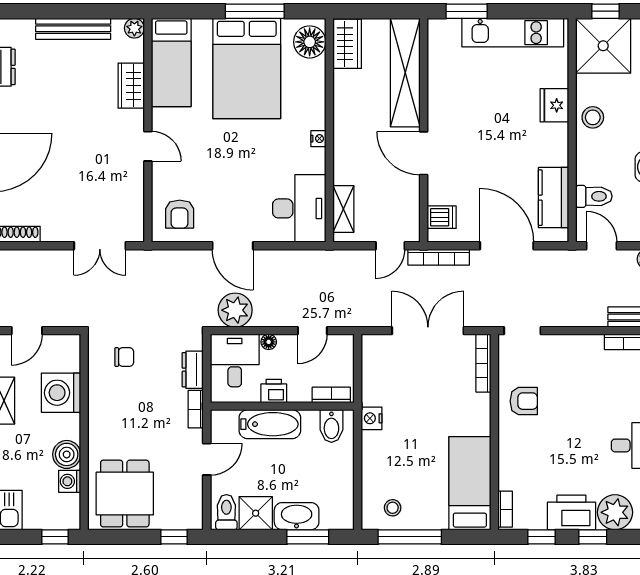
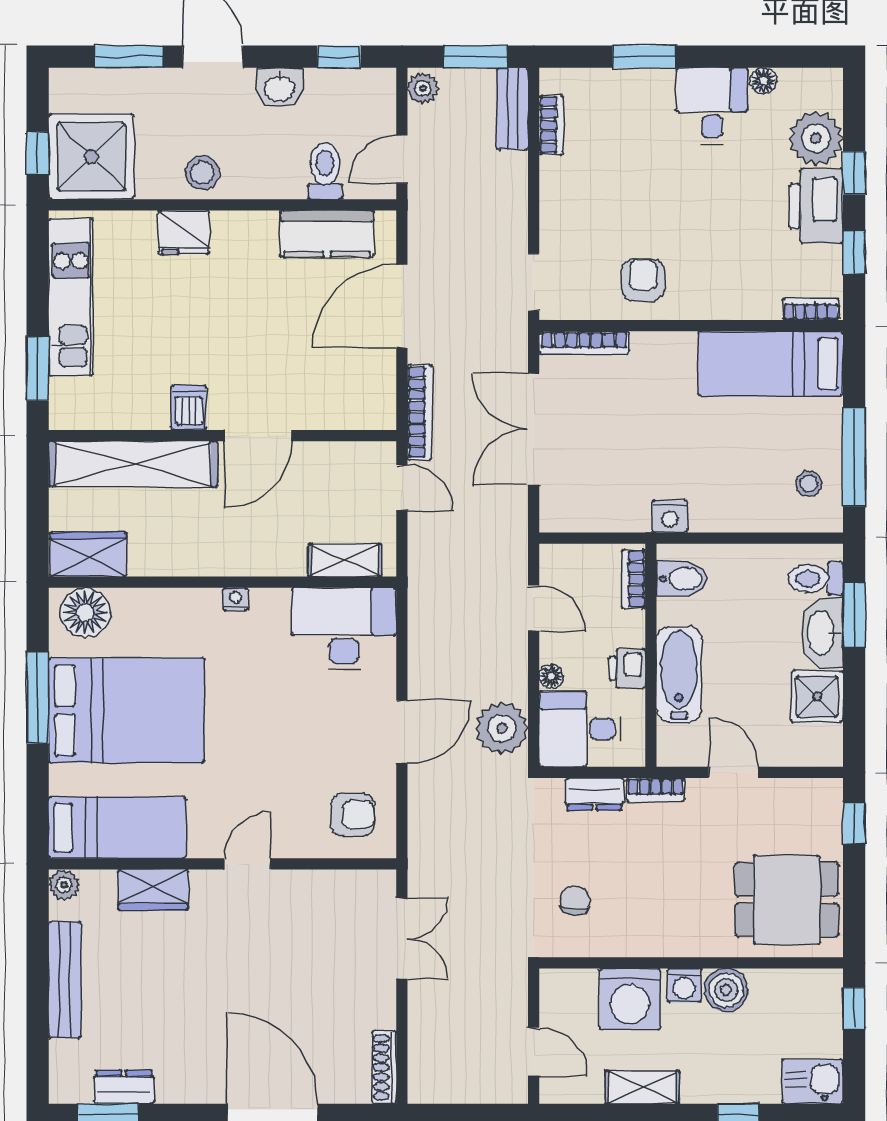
dishwasher: (442, 217) -> (189, 408), moved
washing machine: (70, 481) -> (684, 985), moved
toilet: (226, 512) -> (816, 579), moved

